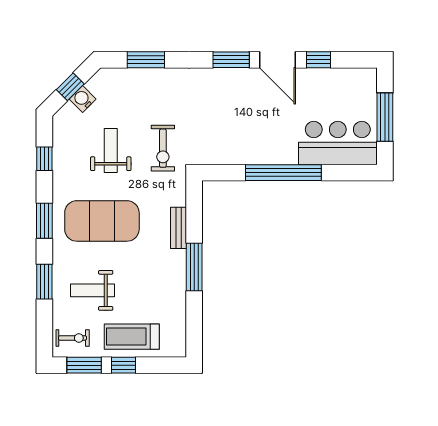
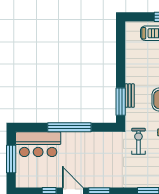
window: (194, 267) -> (121, 102), moved

